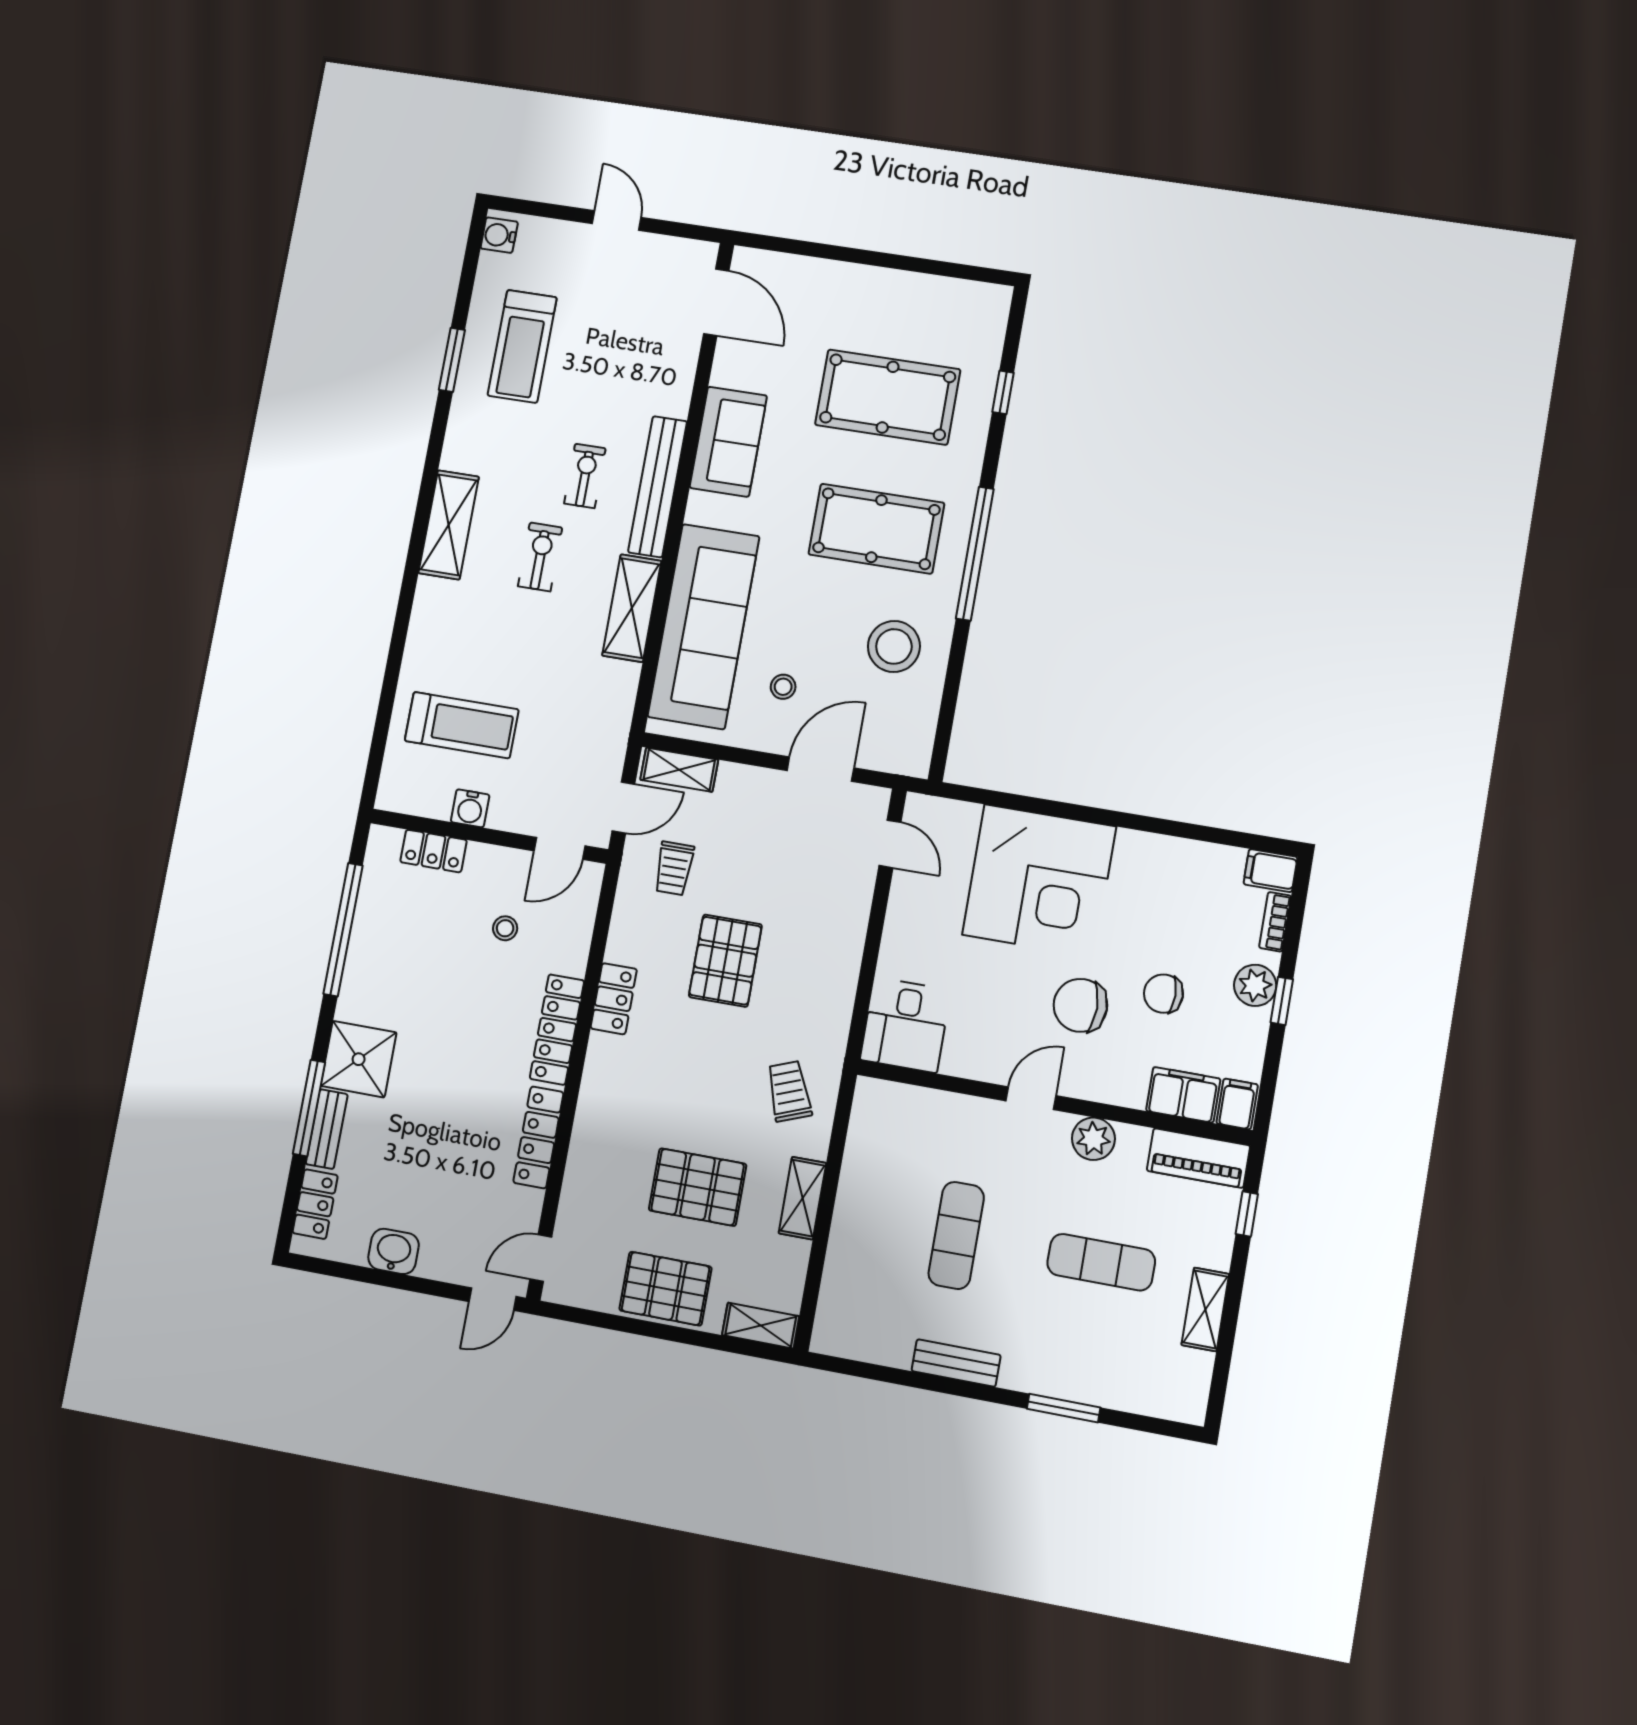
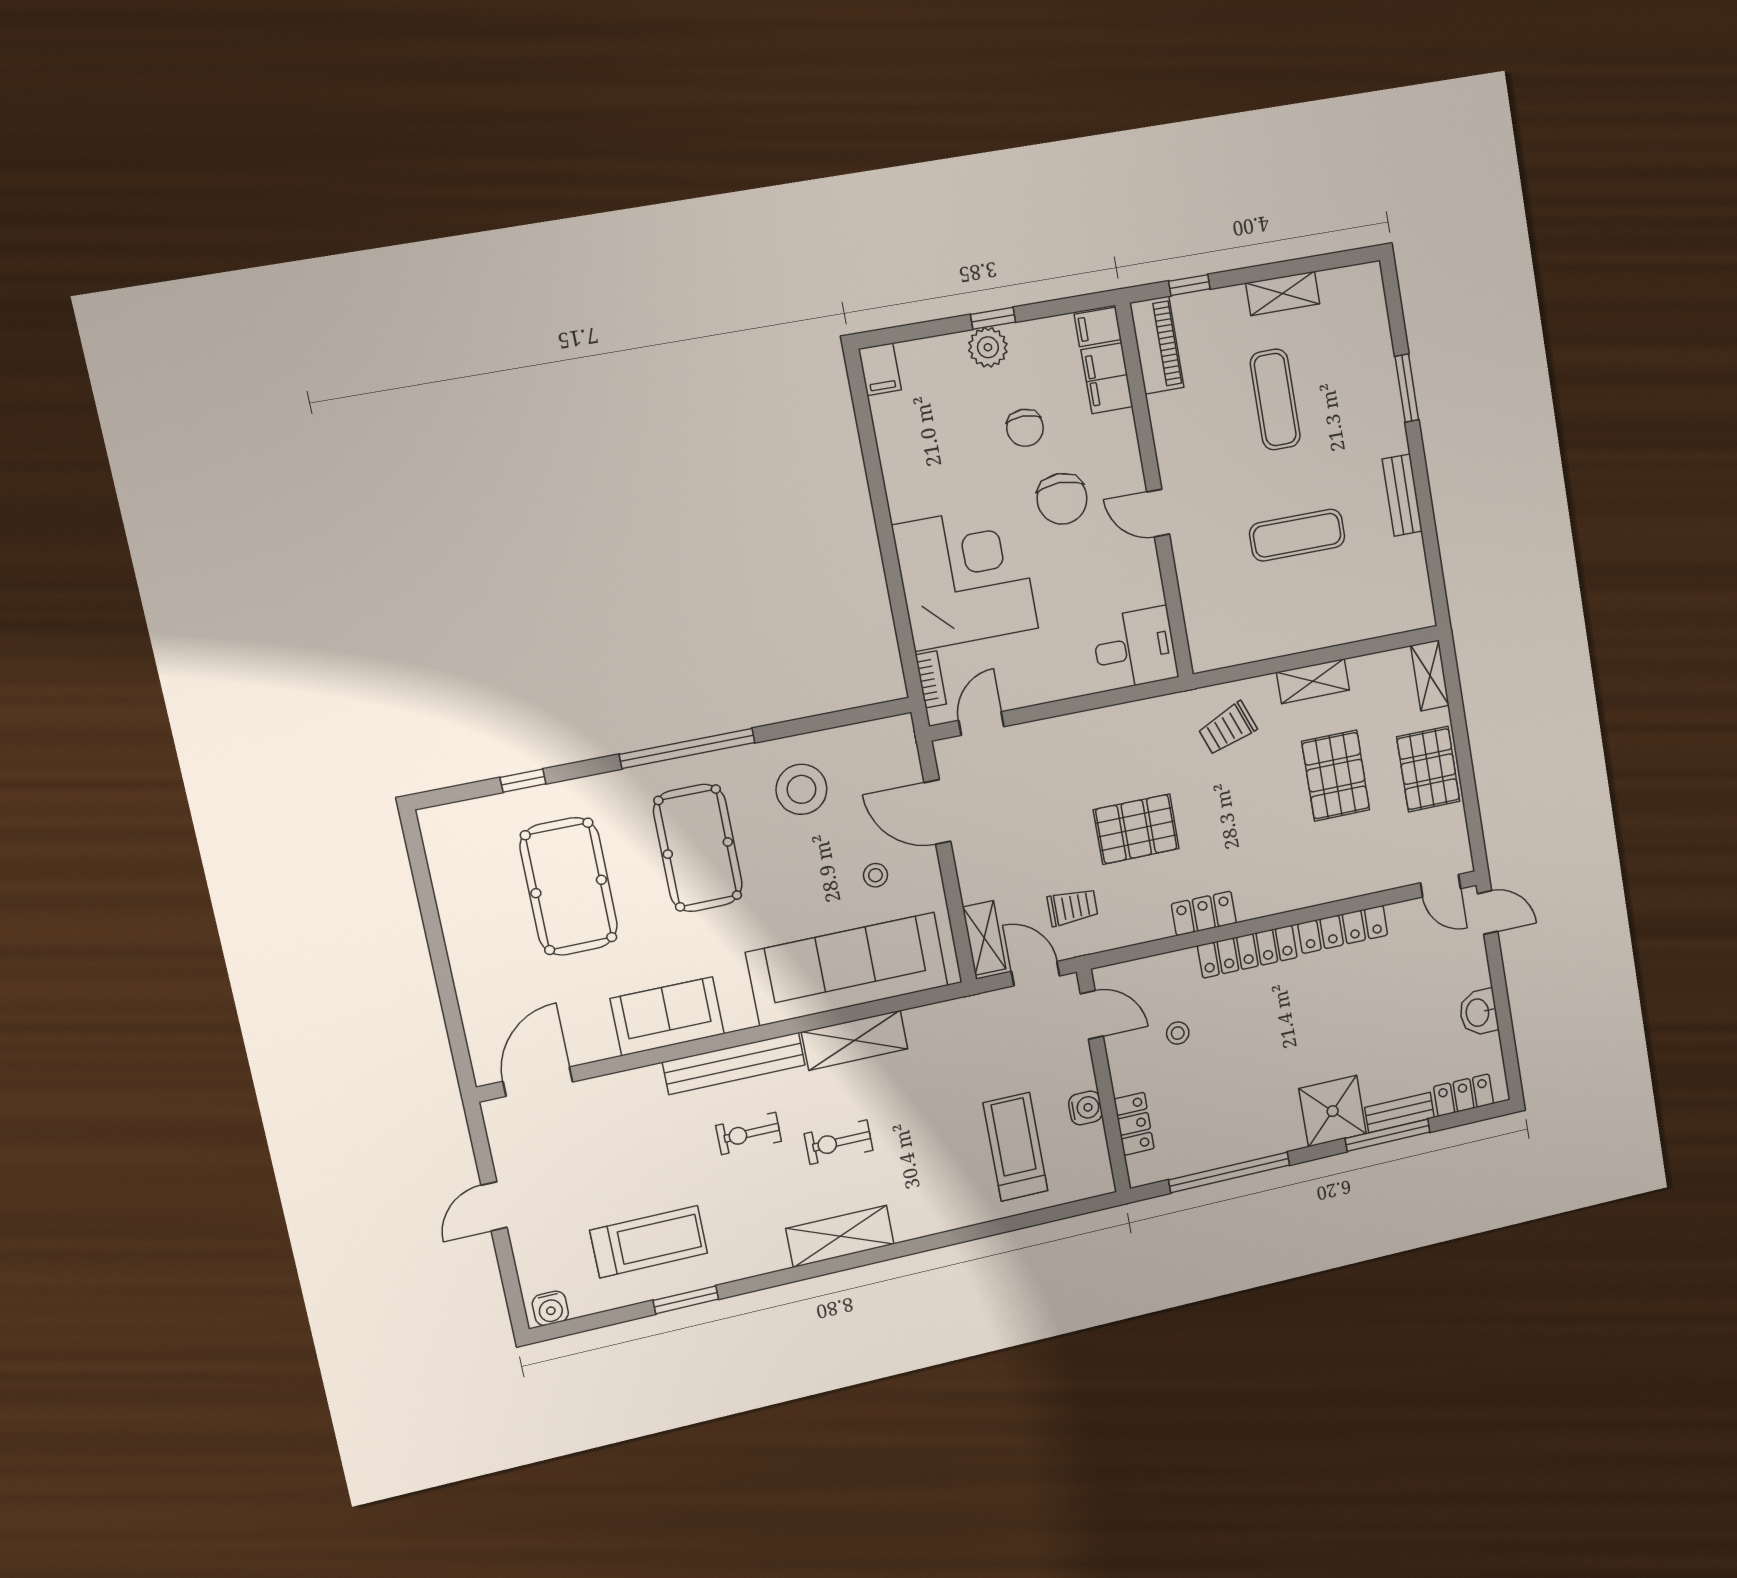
bookcase: (1275, 922) -> (931, 679), moved, turned -90
plant: (1093, 1139) -> (1173, 445), removed

